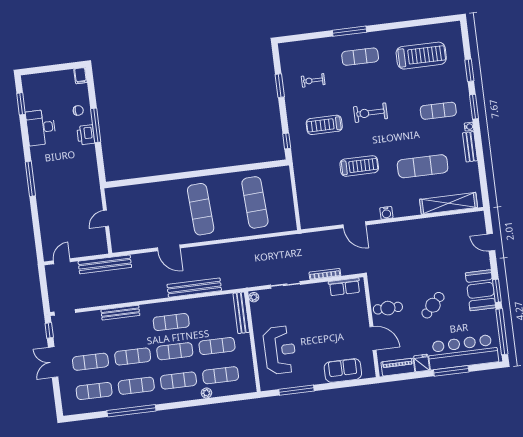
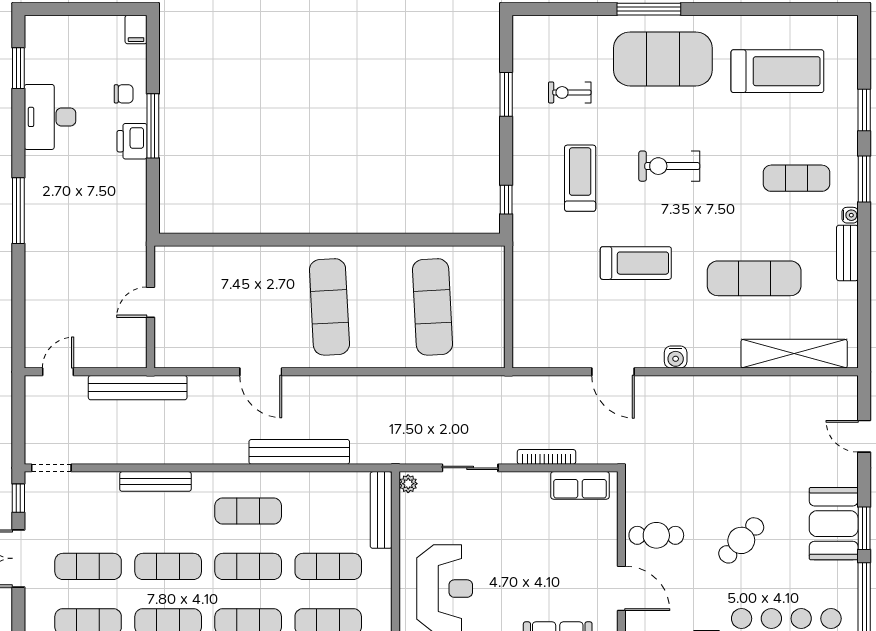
exercise mat: (360, 57) -> (663, 59), width x2.00, depth x1.45
treadmill: (324, 125) -> (580, 178), turned 90

